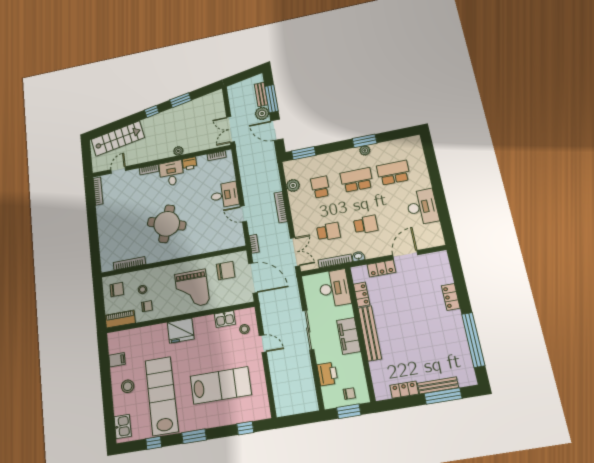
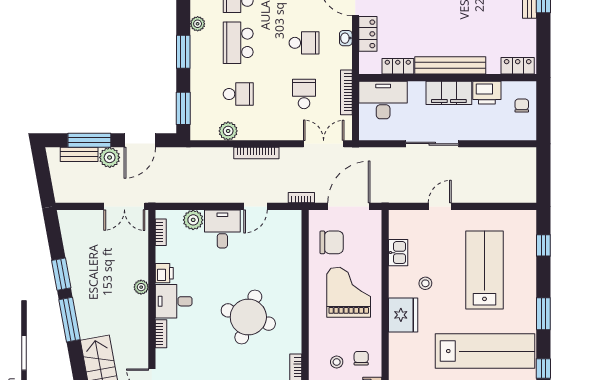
window: (152, 111) -> (69, 320), width x2.17
window: (365, 141) -> (183, 52), moved
plant: (228, 175) -> (193, 220), added
school desk: (320, 187) -> (238, 94), turned 180
school desk: (366, 225) -> (304, 43), turned 90
washbasin: (358, 256) -> (346, 38), moved
chair: (226, 271) -> (332, 242), turned 90
grand piano: (192, 289) -> (349, 292), turned -90
stool: (244, 329) -> (425, 283), moved
printer: (327, 374) -> (487, 93), moved, turned 180
locker: (404, 390) -> (518, 66), moved, turned 90
lab bench: (162, 396) -> (485, 351), turned 180
window: (349, 411) -> (543, 110), removed

